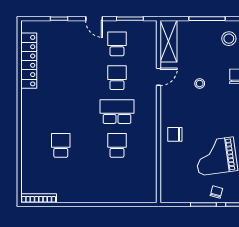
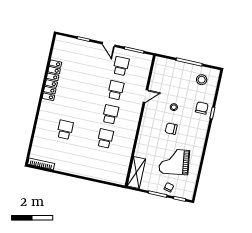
shelving: (169, 41) -> (136, 173), moved
locker: (29, 61) -> (52, 80), moved
school desk: (117, 112) -> (110, 114), width x0.54
chair: (175, 134) -> (171, 129), moved

